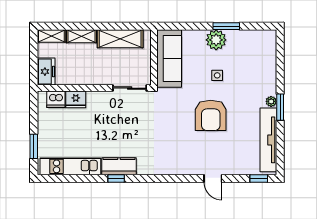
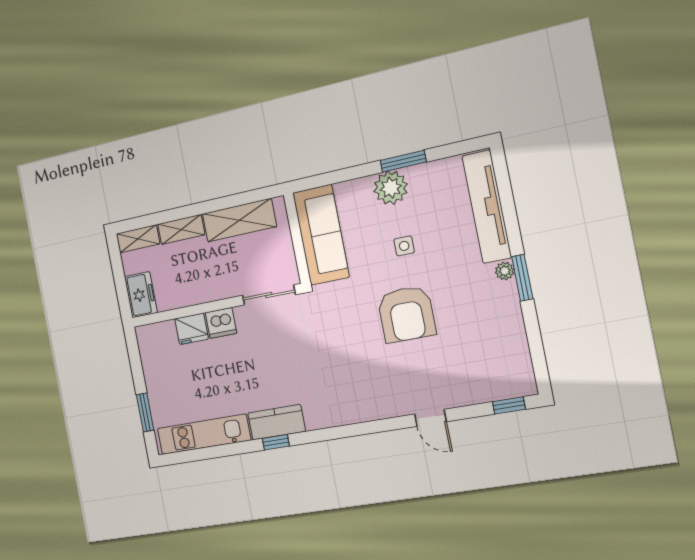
dishwasher: (56, 99) -> (221, 323), moved
tv unit: (268, 140) -> (487, 207), moved

